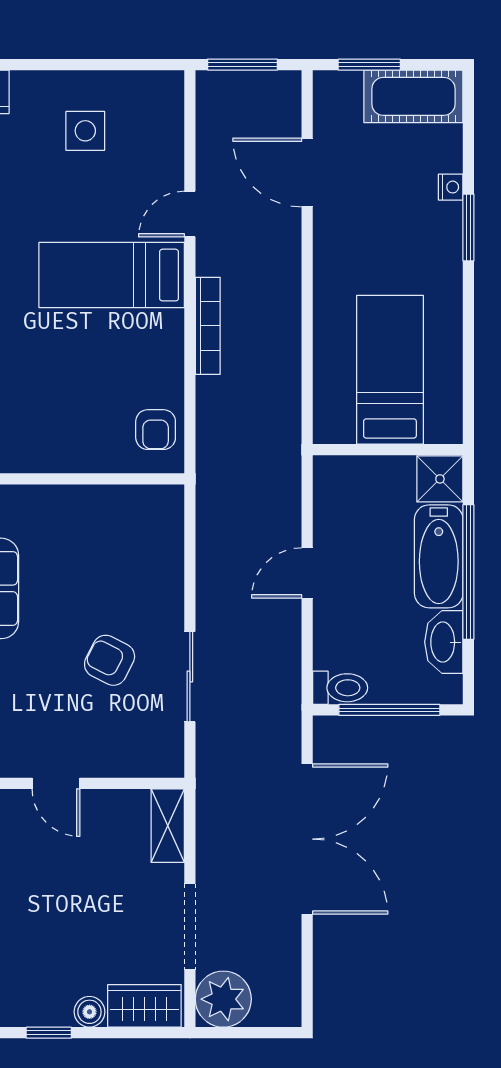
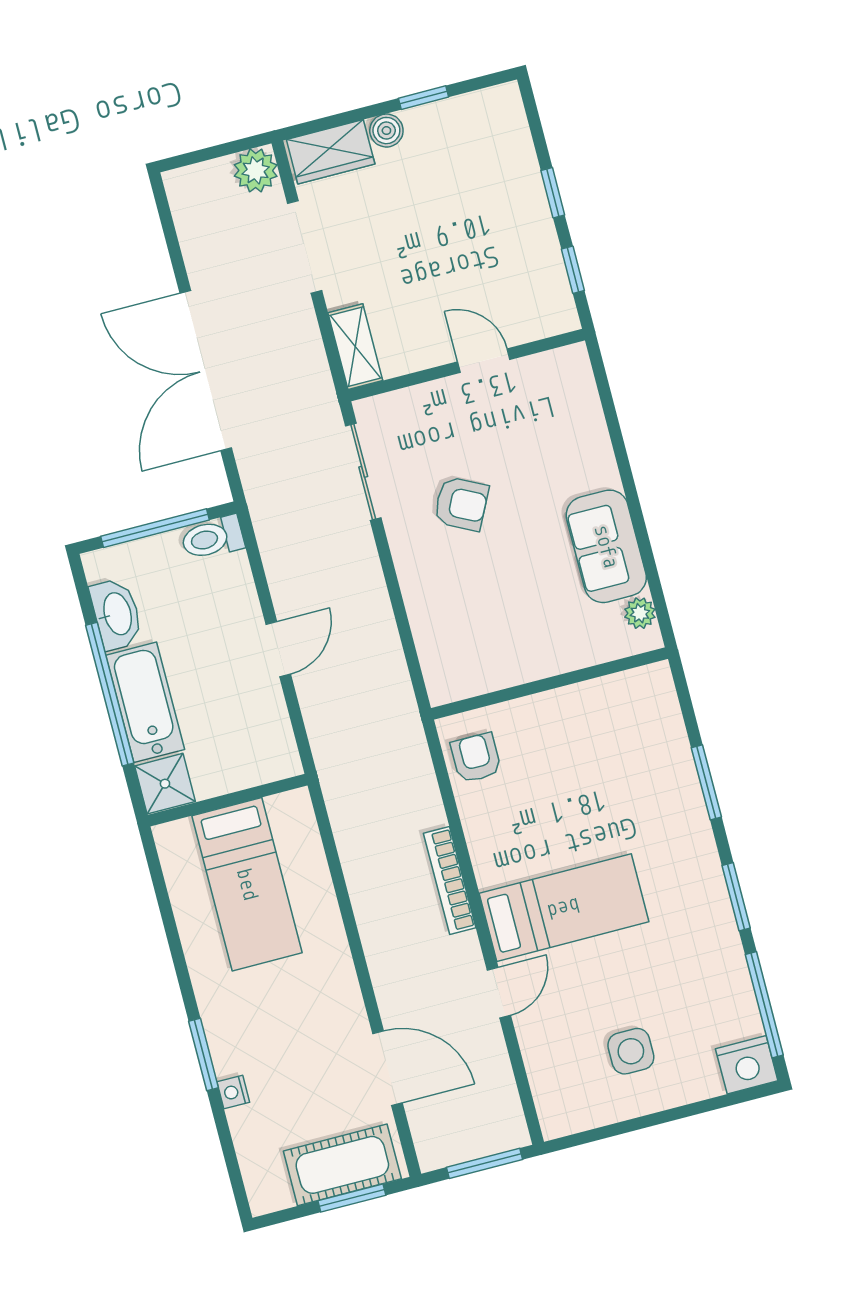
cot: (413, 96) -> (342, 1165), moved
sliding door: (190, 677) -> (363, 472), moved
plant: (223, 999) -> (256, 170), width x0.73, depth x0.73

